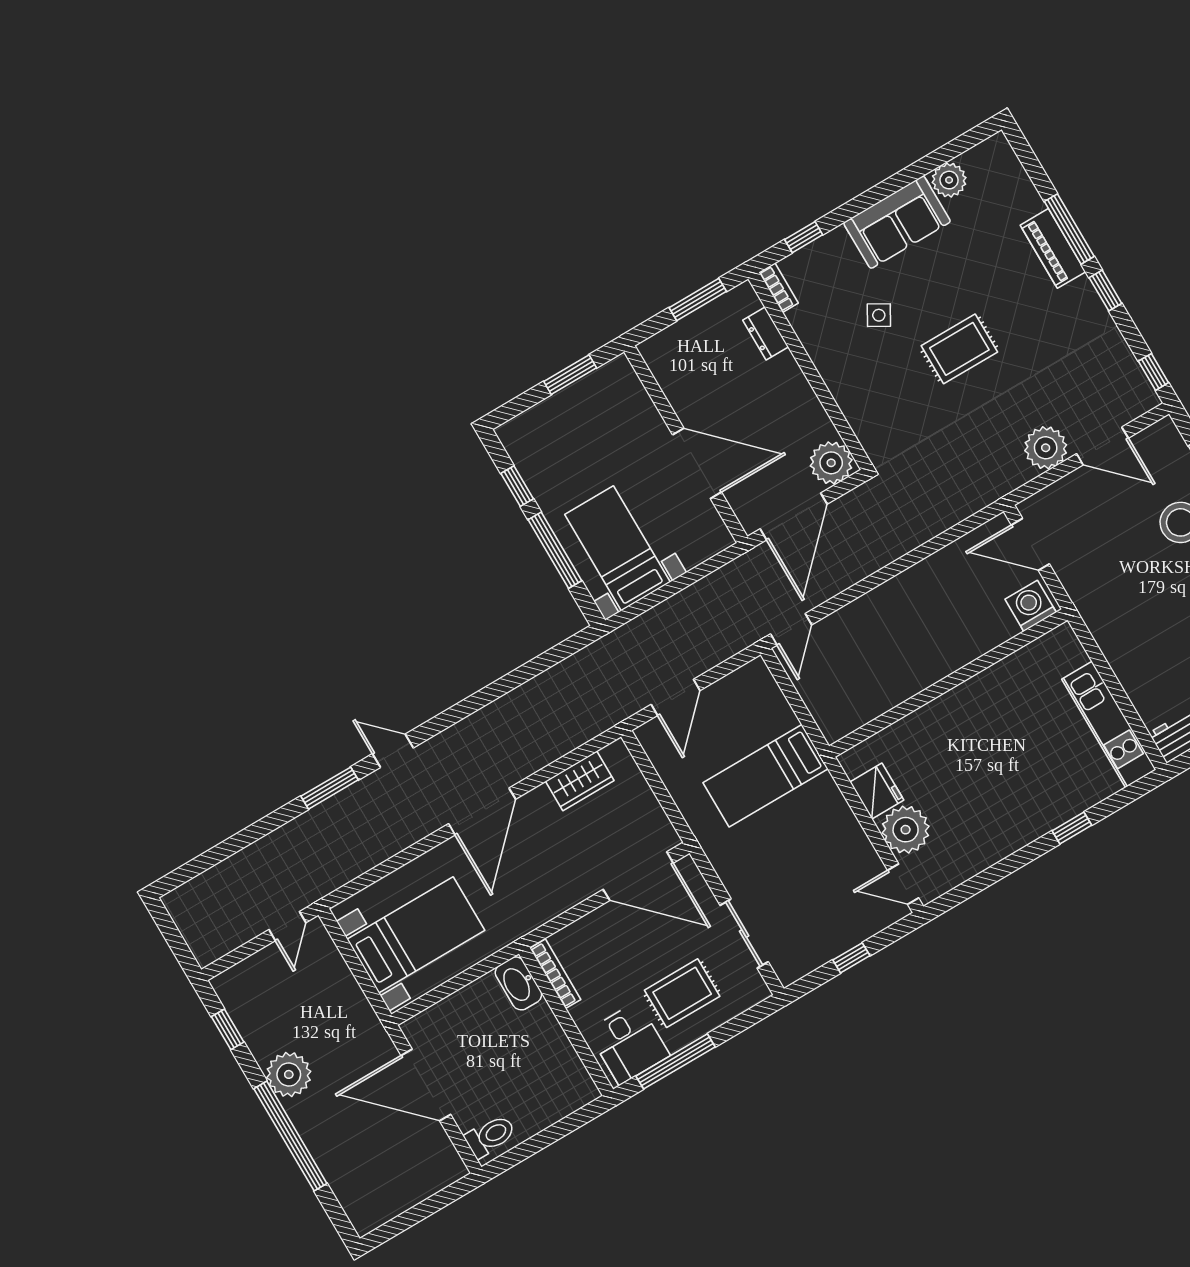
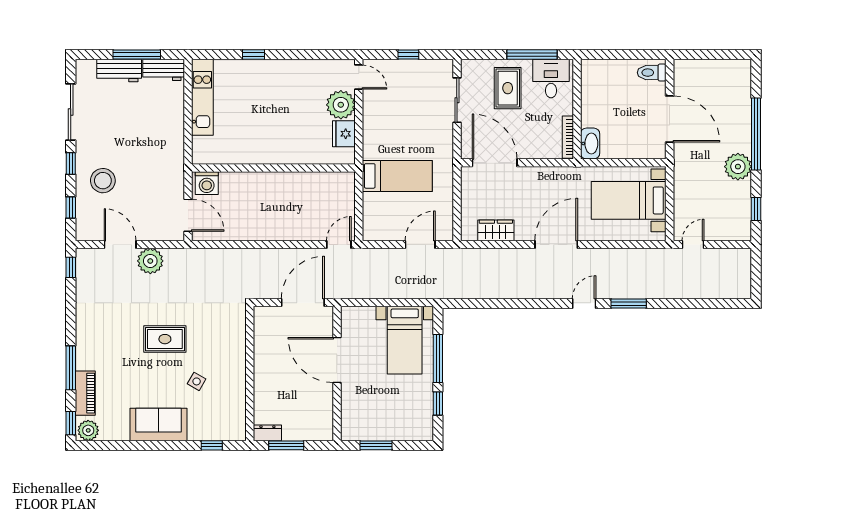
plant: (949, 180) -> (88, 430), moved
piano: (1053, 248) -> (85, 393), moved
bookcase: (779, 288) -> (240, 427), removed
window: (1105, 290) -> (71, 423), moved
dresser: (766, 334) -> (267, 433), moved, turned -90
plant: (831, 463) -> (267, 319), removed
door: (393, 751) -> (584, 304), swing flipped
rug: (682, 993) -> (508, 88), turned 90

